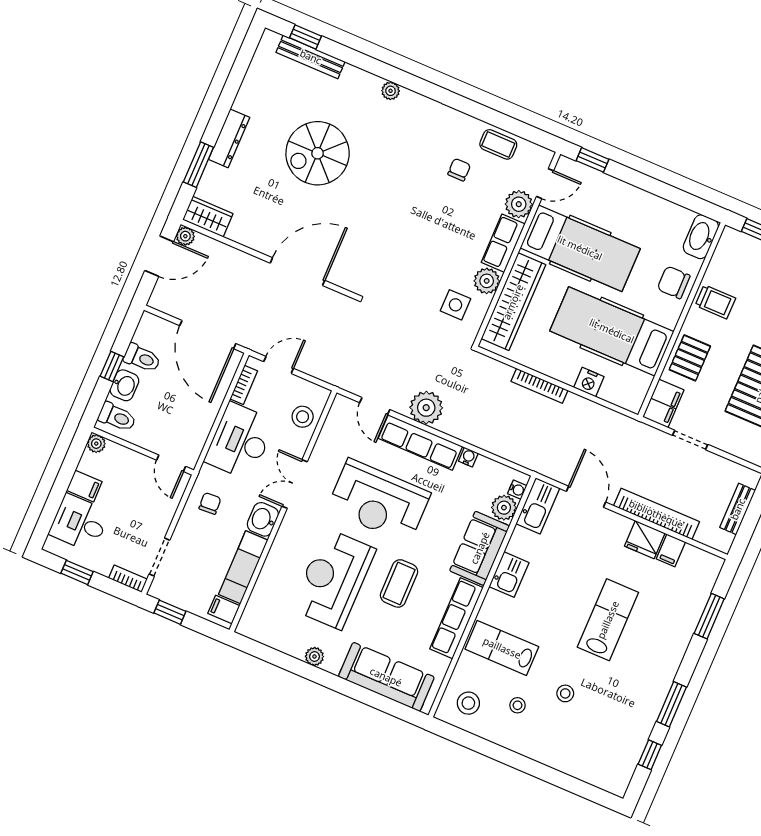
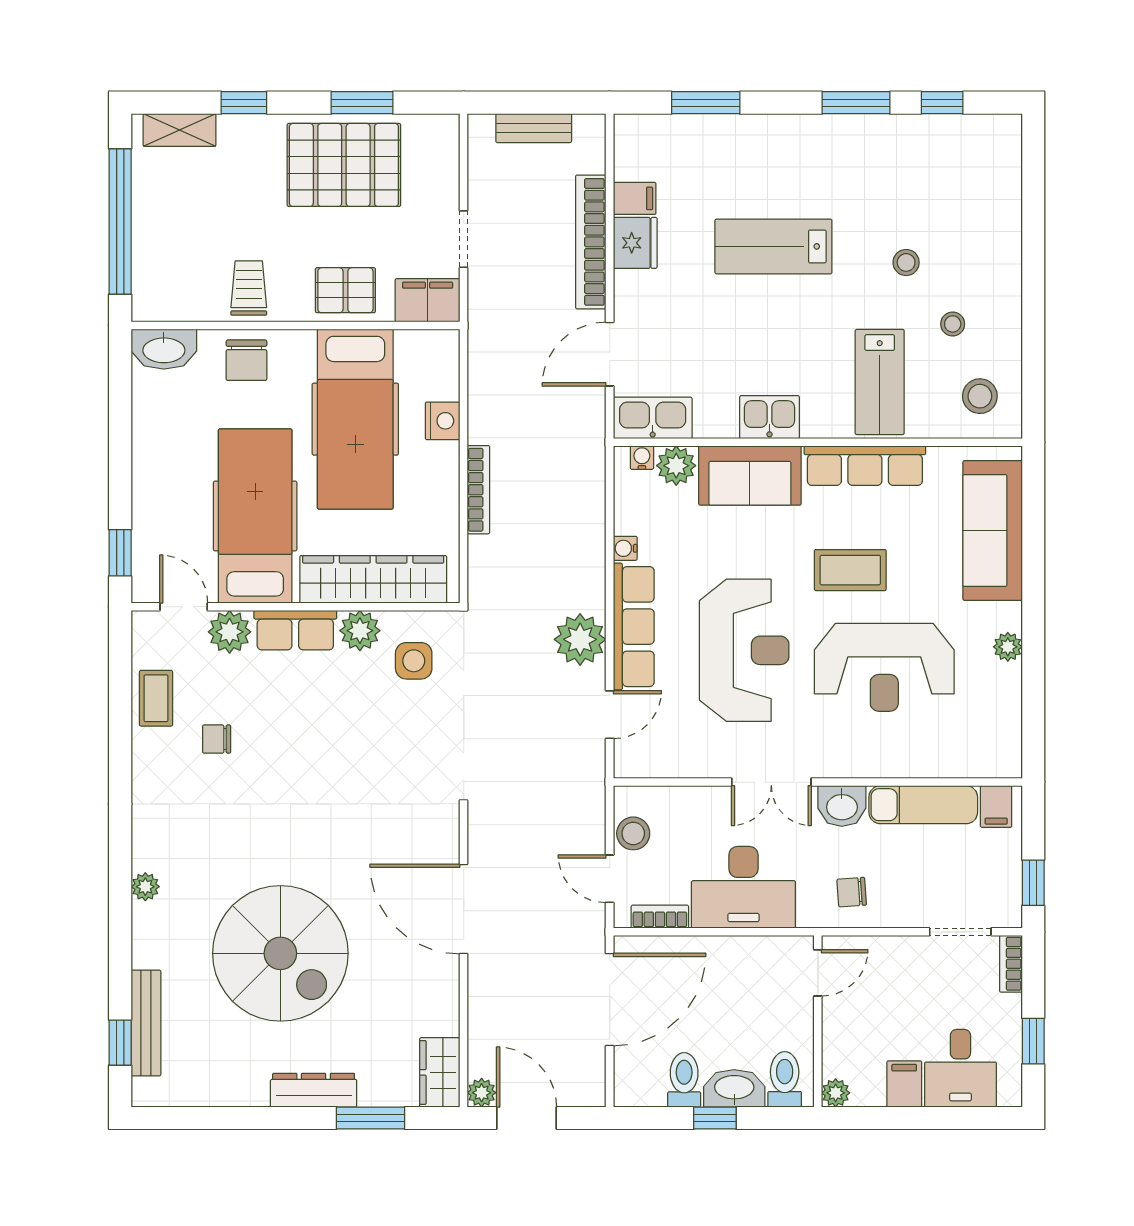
spiral stairs: (318, 153) -> (280, 953), width x1.37, depth x1.37
washbasin: (124, 385) -> (734, 1088), width x1.38
stool: (303, 417) -> (633, 833), moved

